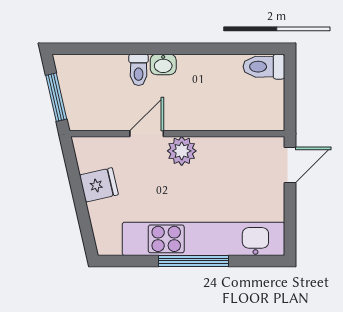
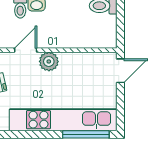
window: (193, 261) -> (86, 134), moved

